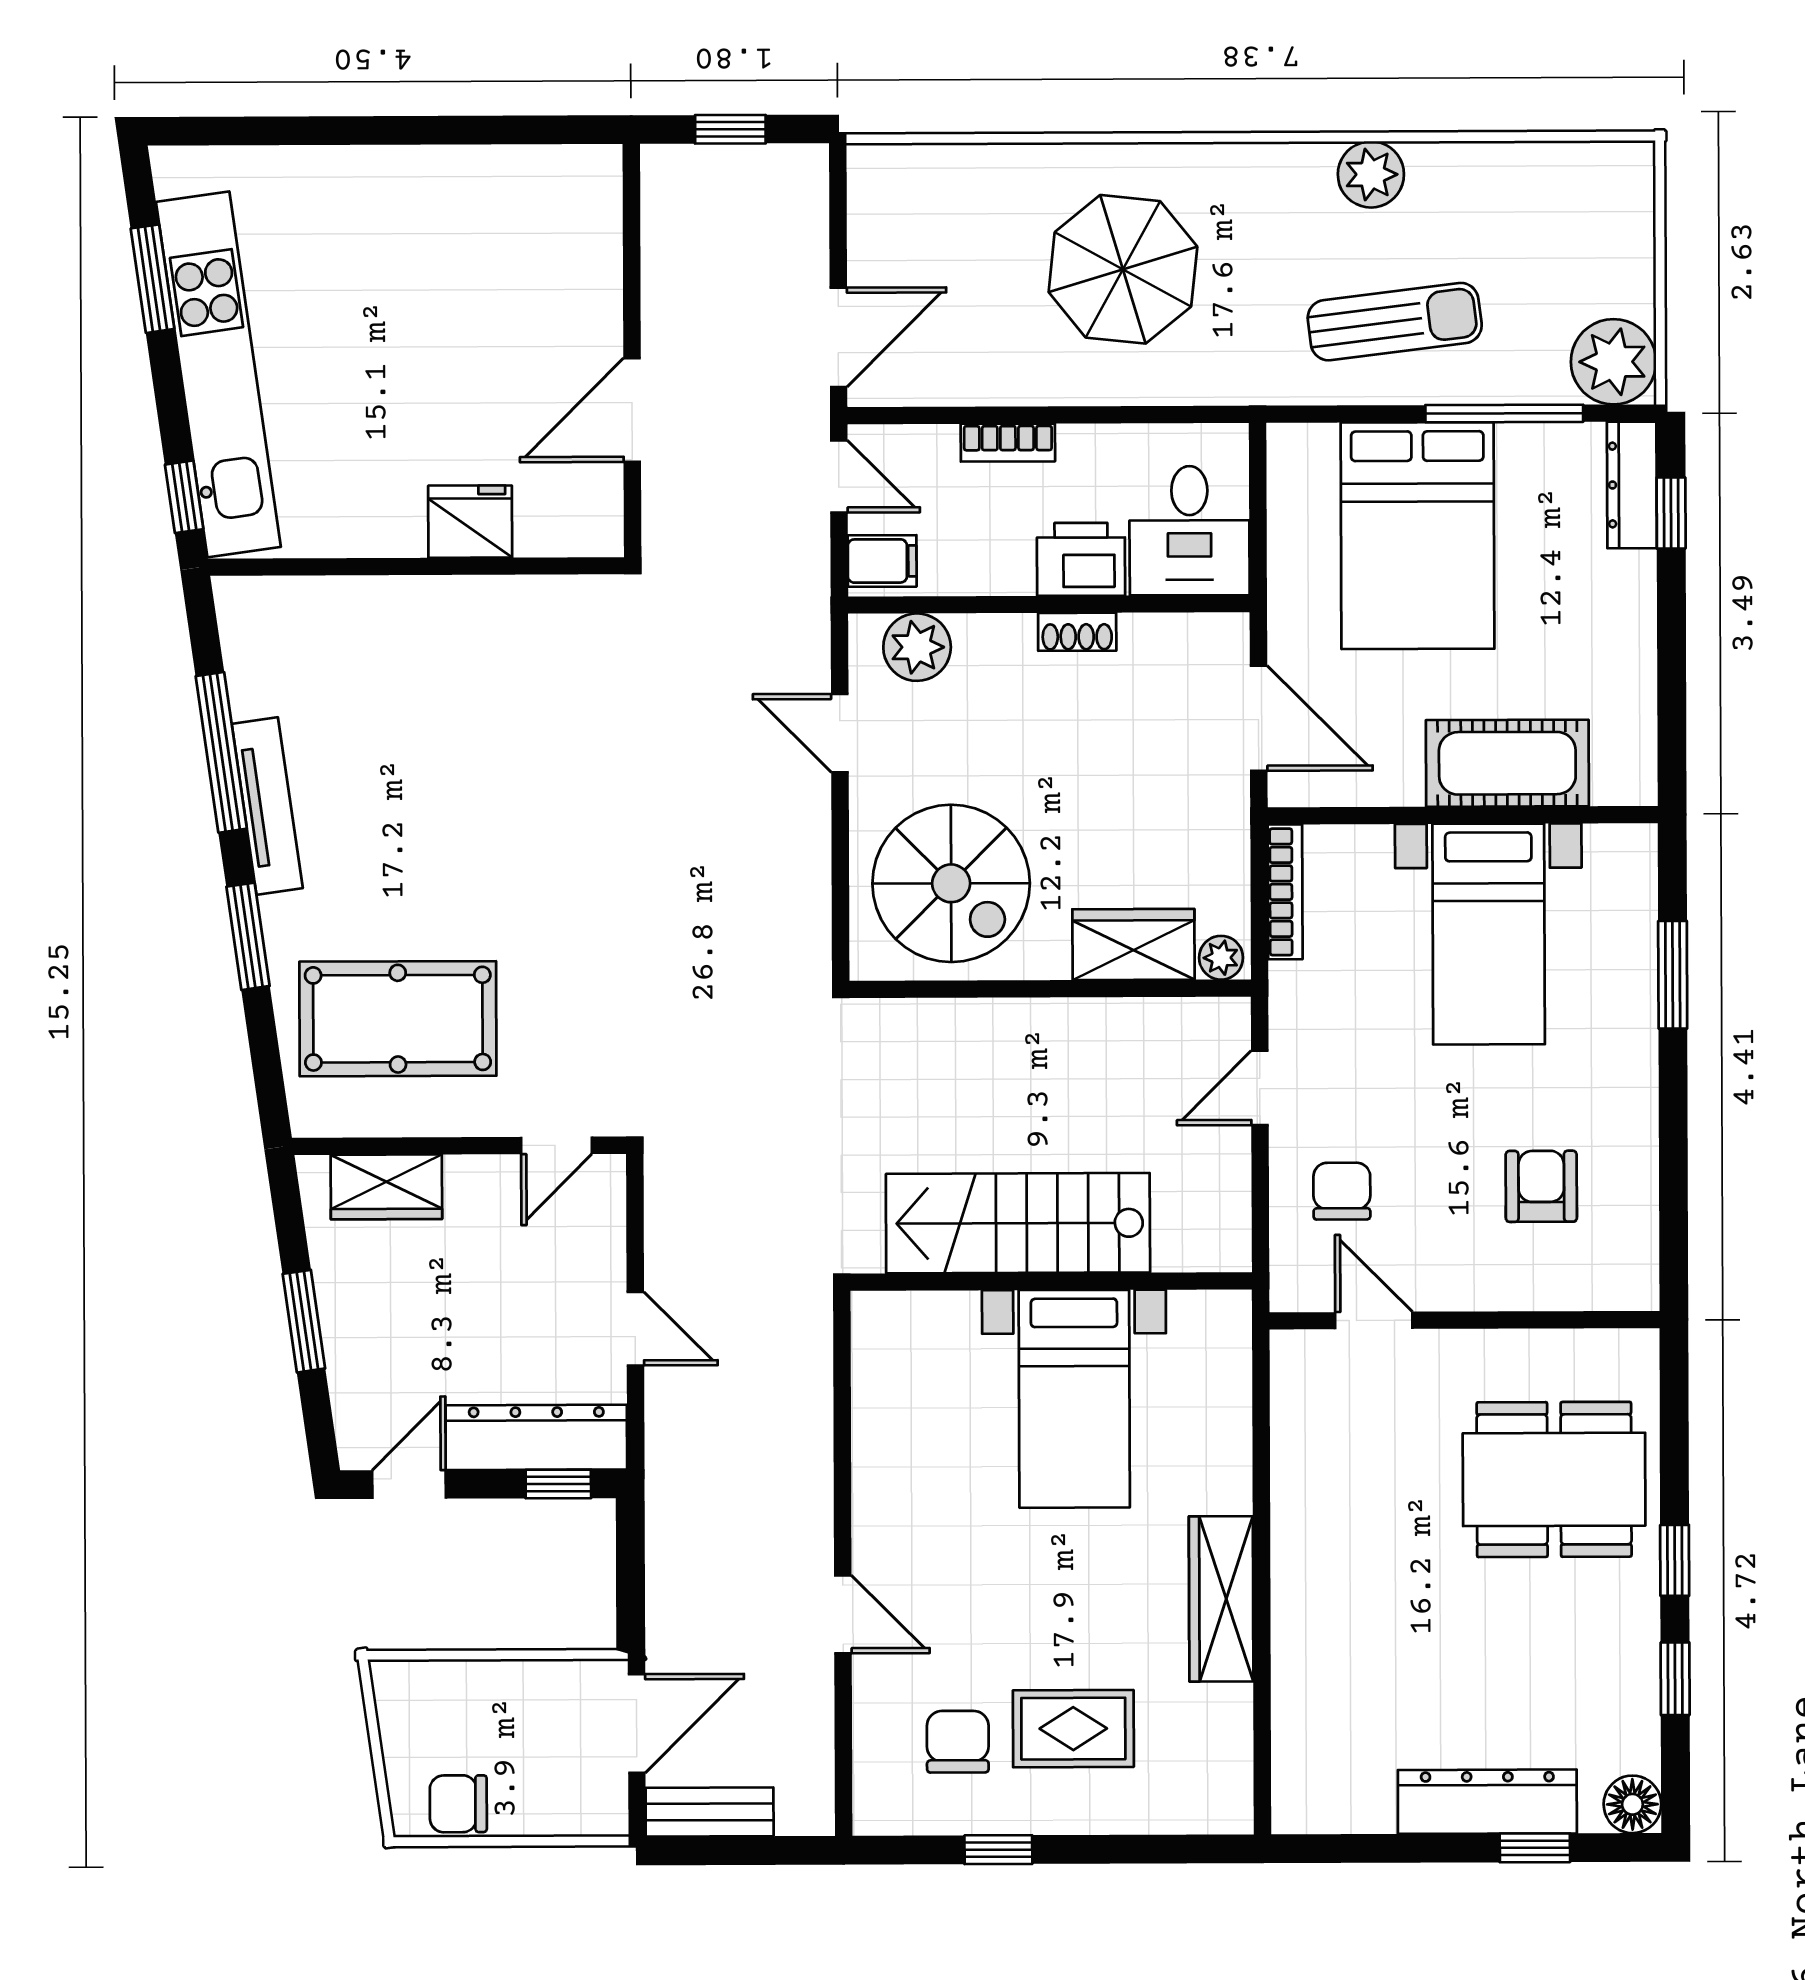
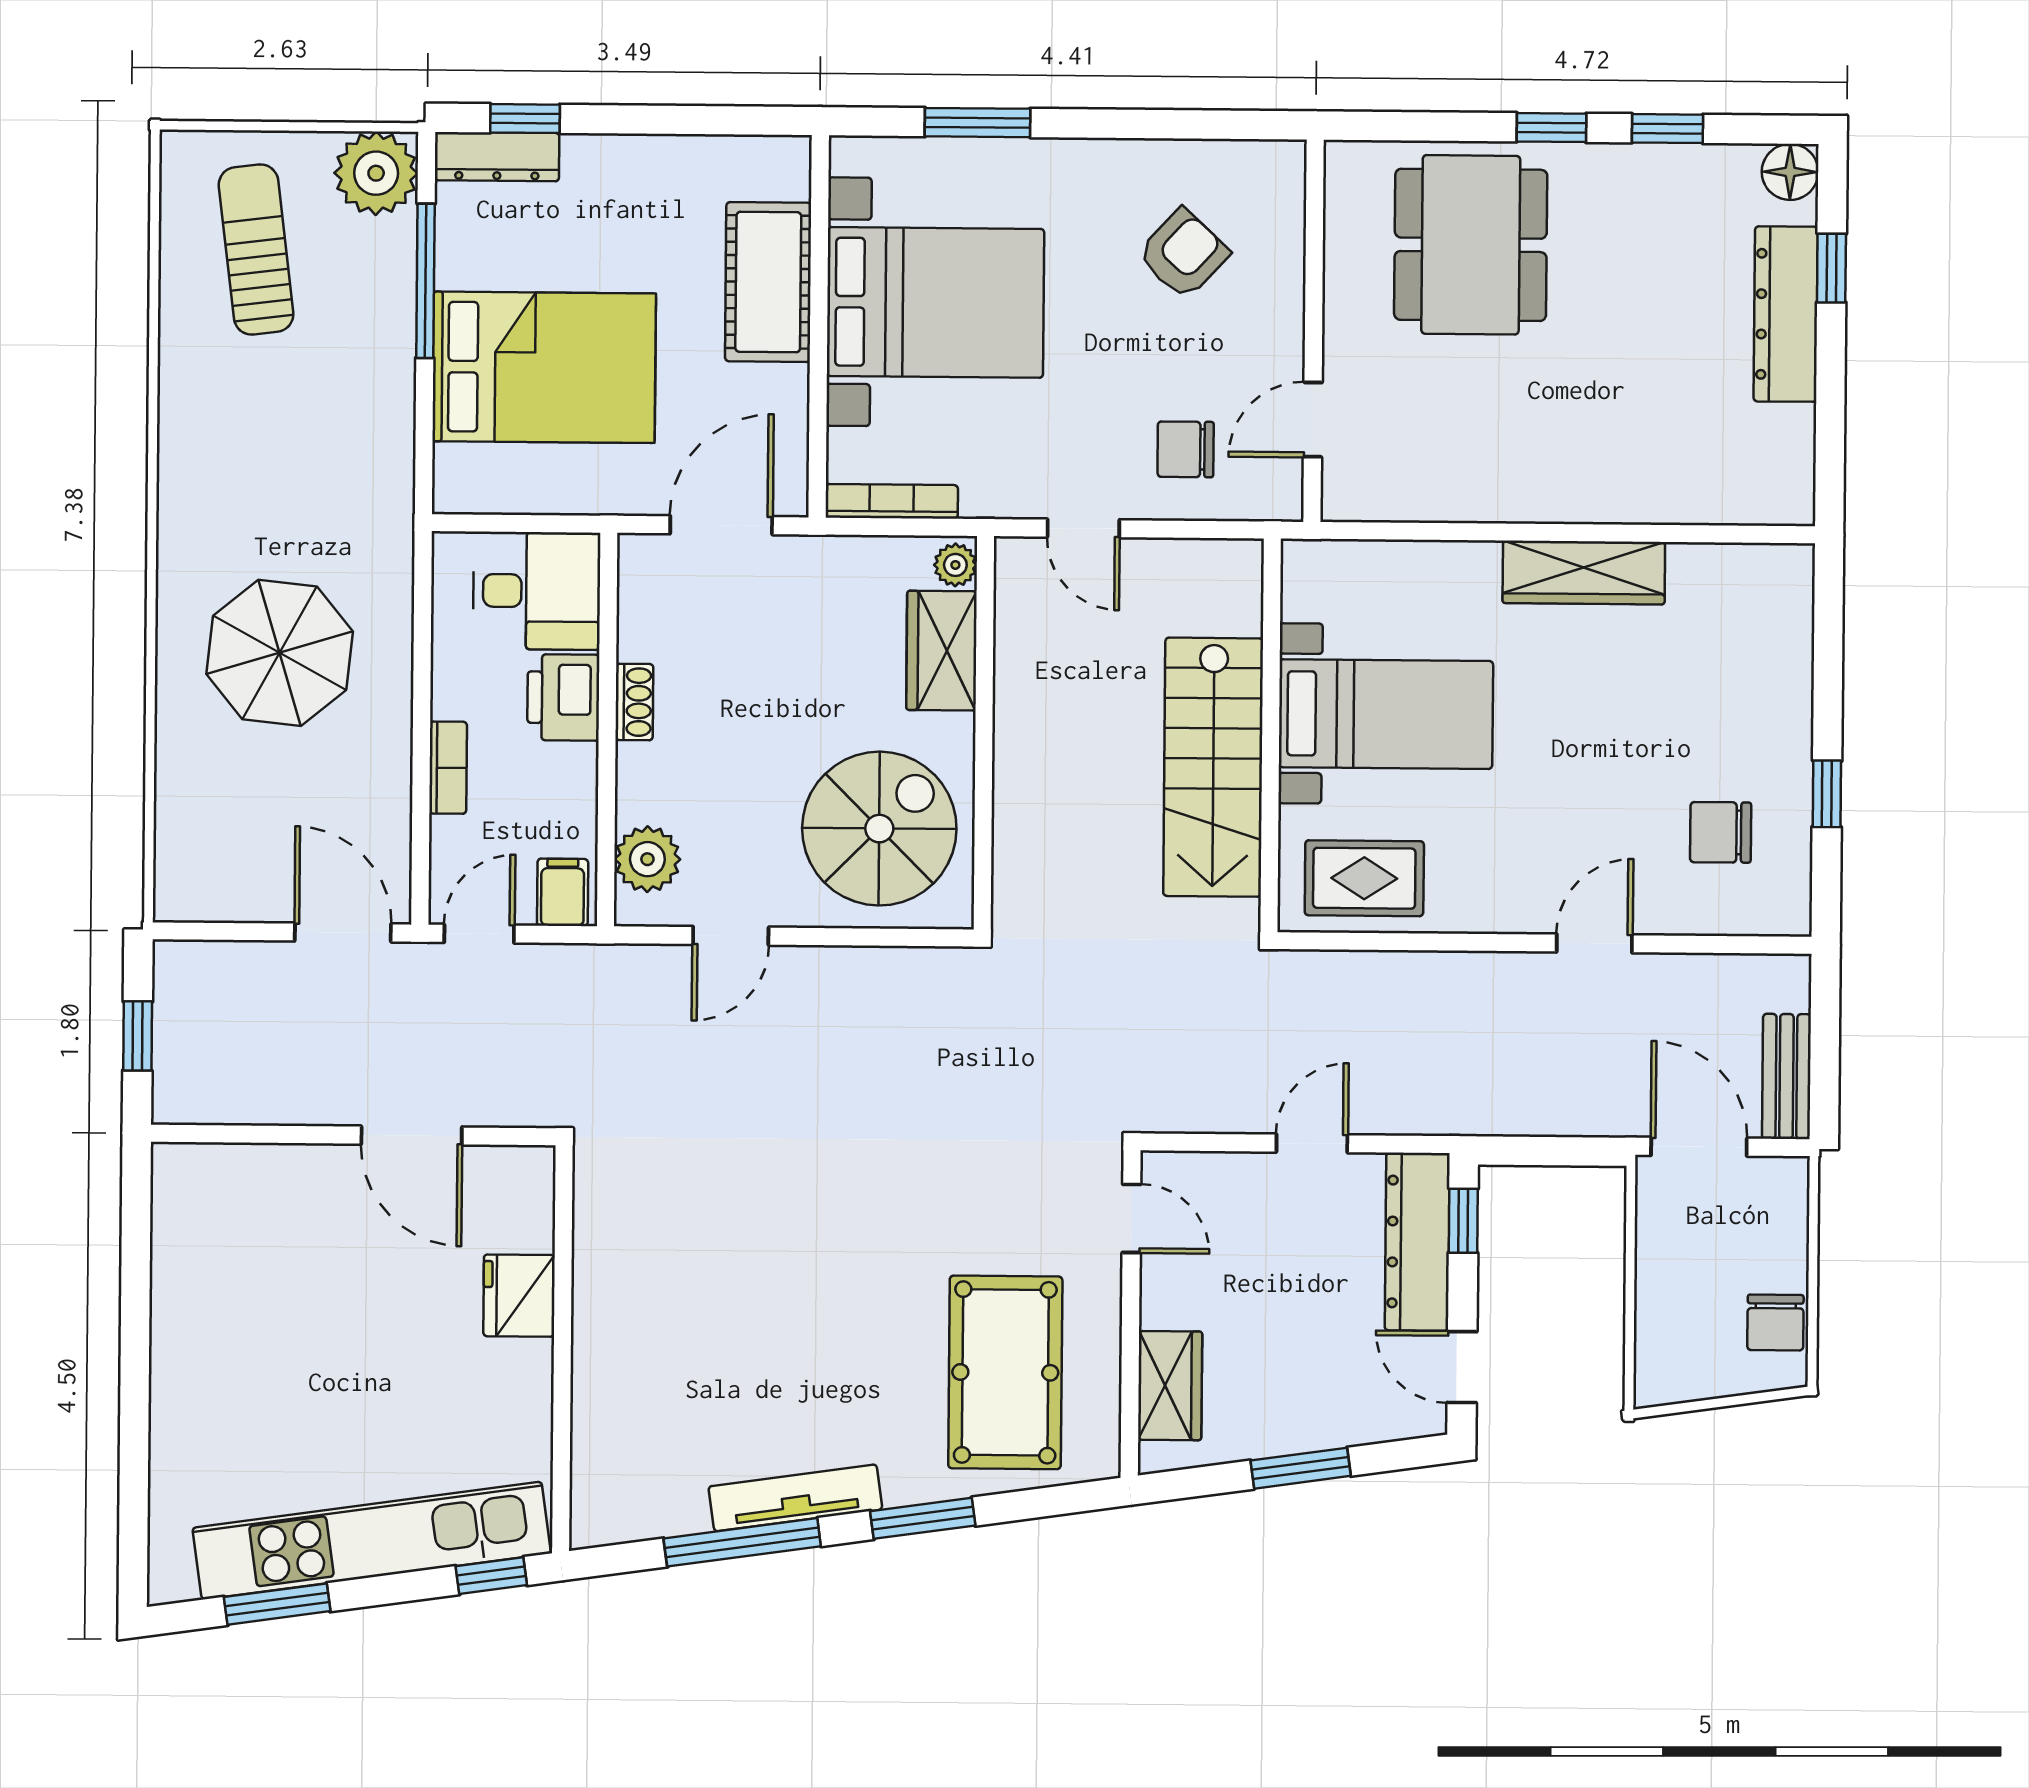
plant: (1371, 174) -> (190, 409), removed
sun lounger: (1395, 322) -> (256, 249), moved
bed with nightstands: (1489, 934) -> (935, 302), width x1.36
armchair: (1541, 1186) -> (1183, 254), turned 133
rug: (1073, 1729) -> (1364, 878), moved, turned 90

